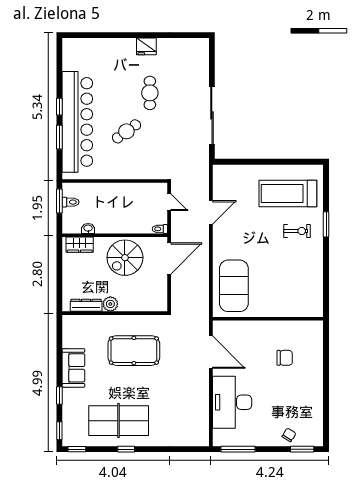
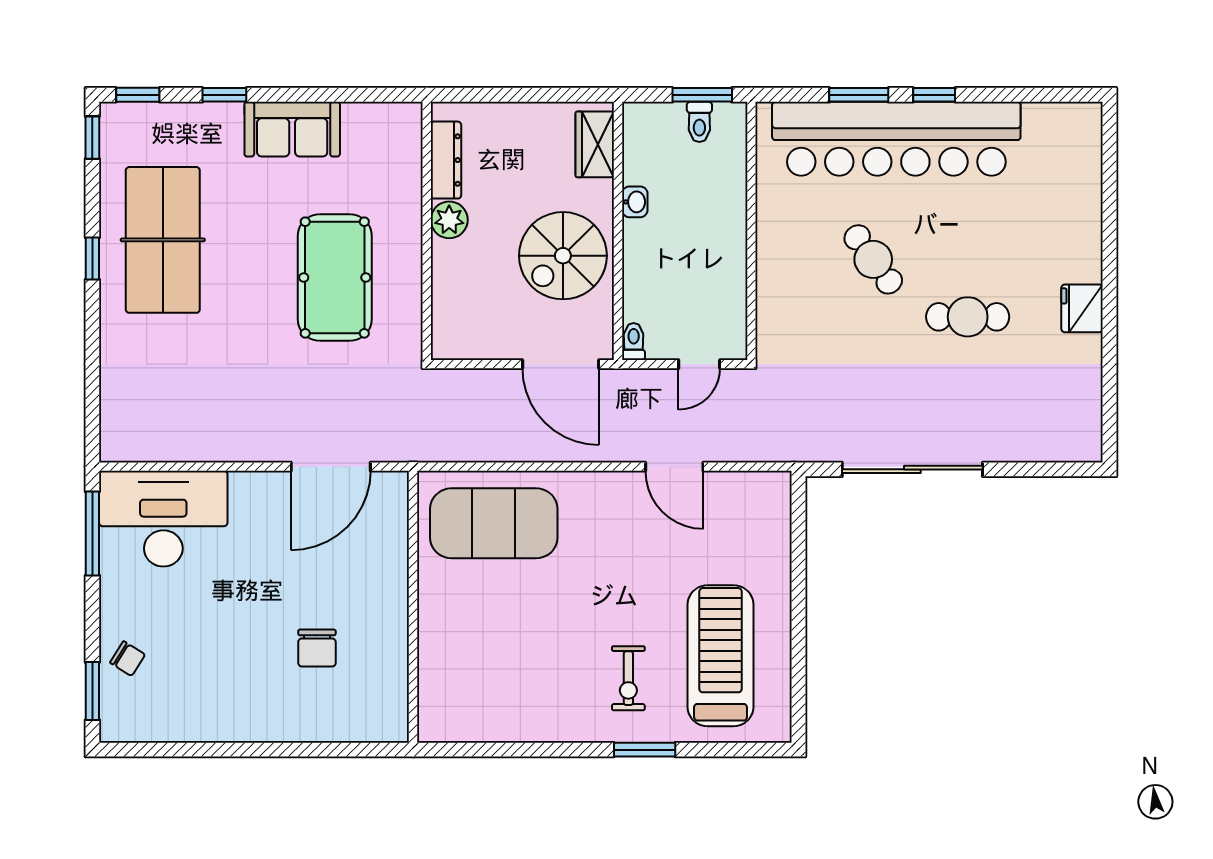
washbasin: (88, 228) -> (635, 202), moved
spiral stairs: (125, 258) -> (563, 256), turned -90
desk: (232, 402) -> (163, 519), moved

